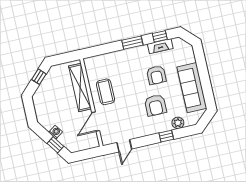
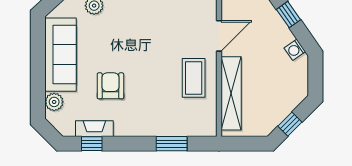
window: (132, 43) -> (172, 144), moved
plant: (189, 57) -> (54, 102), added
armchair: (155, 105) -> (122, 40), removed
washing machine: (56, 132) -> (295, 50), moved

